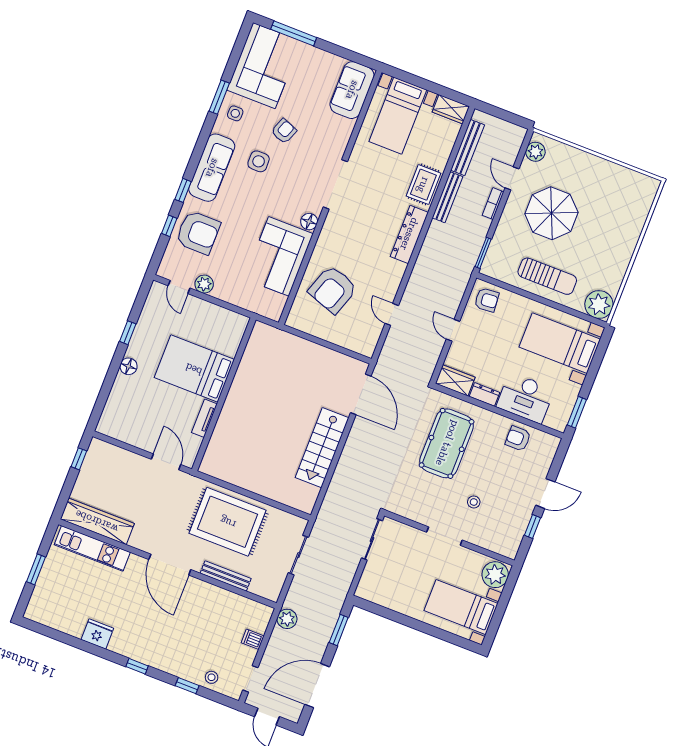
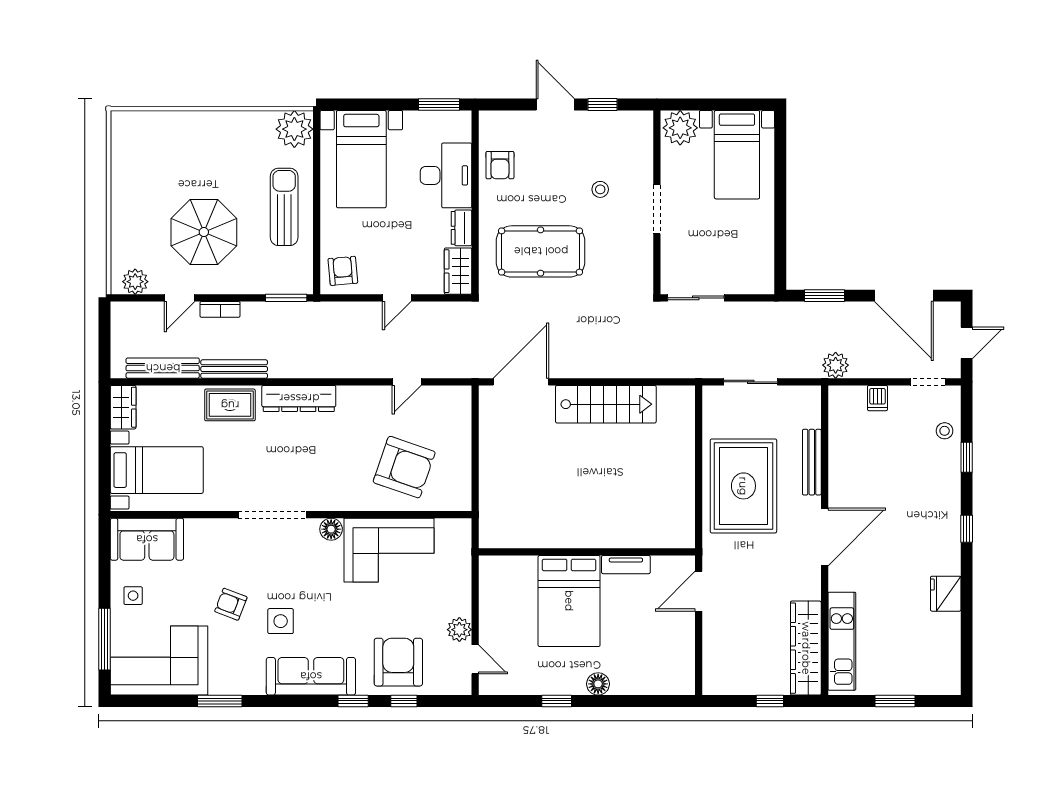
side table: (235, 113) -> (133, 596), moved
door: (179, 287) -> (475, 659), hinge flipped
window: (79, 459) -> (770, 701), moved

